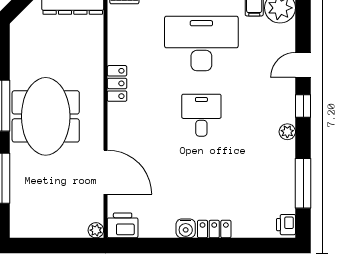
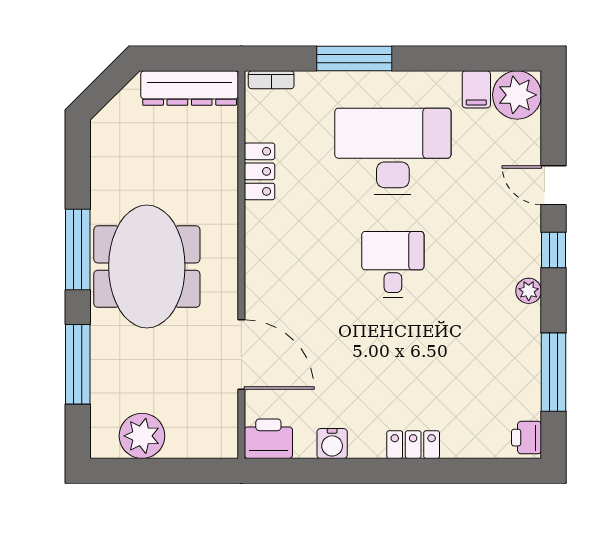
door: (303, 65) -> (553, 185), hinge flipped
locker: (117, 83) -> (260, 171), moved
water cooler: (186, 228) -> (332, 444), moved
plant: (96, 230) -> (142, 436), moved, width x1.88, depth x1.88

